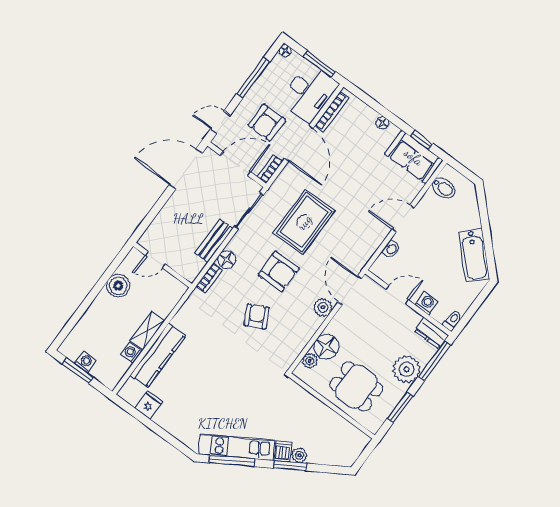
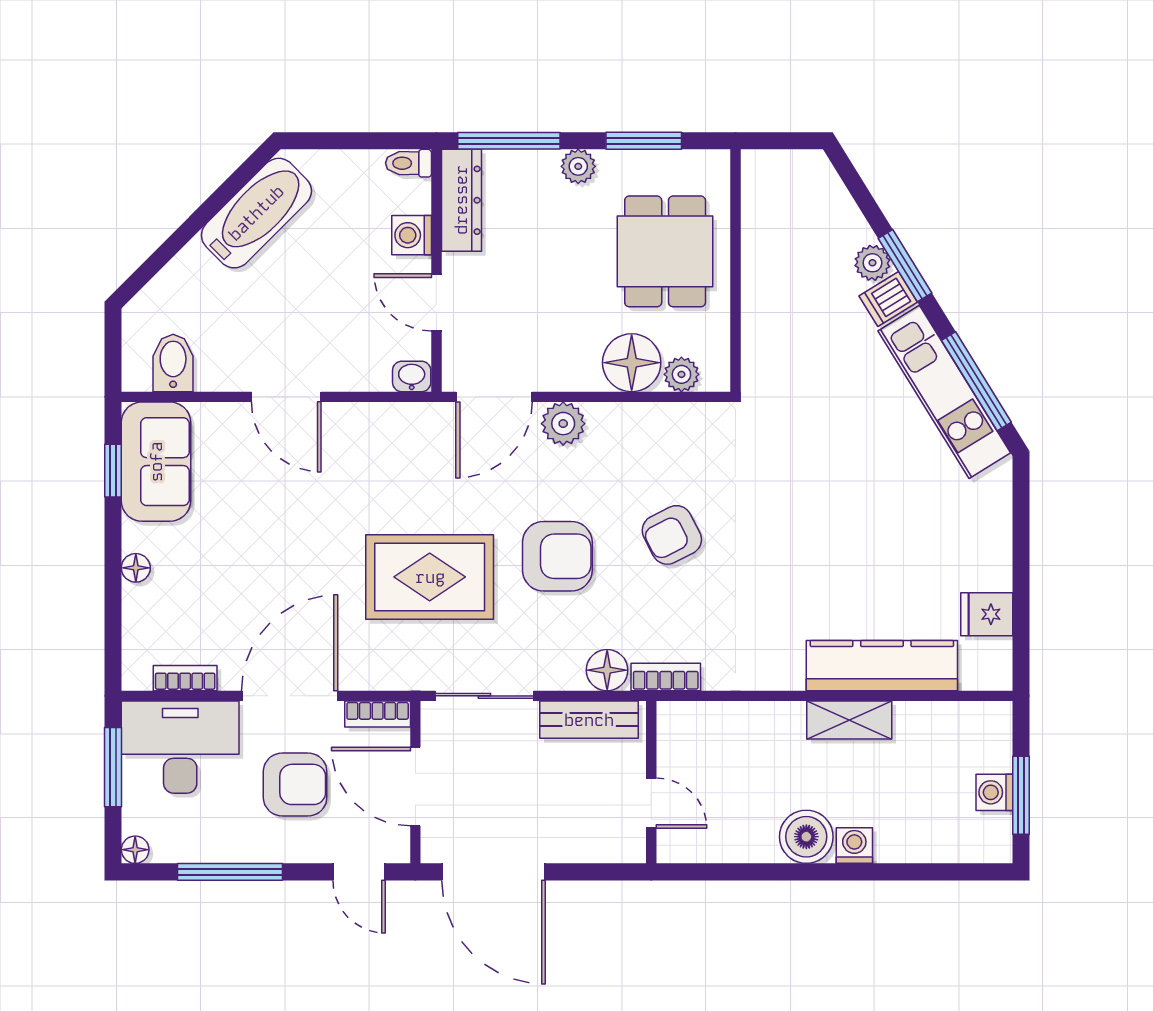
bookcase: (332, 112) -> (185, 678), width x0.64
washbasin: (391, 249) -> (412, 376), moved
door: (155, 260) -> (651, 803), moved
wall: (163, 265) -> (651, 782), moved
armchair: (279, 271) -> (557, 556), turned 90
dresser: (431, 333) -> (461, 200), width x1.44
washing machine: (132, 353) -> (854, 845), moved, turned 180
plant: (407, 369) -> (578, 166), width x0.53, depth x0.53

